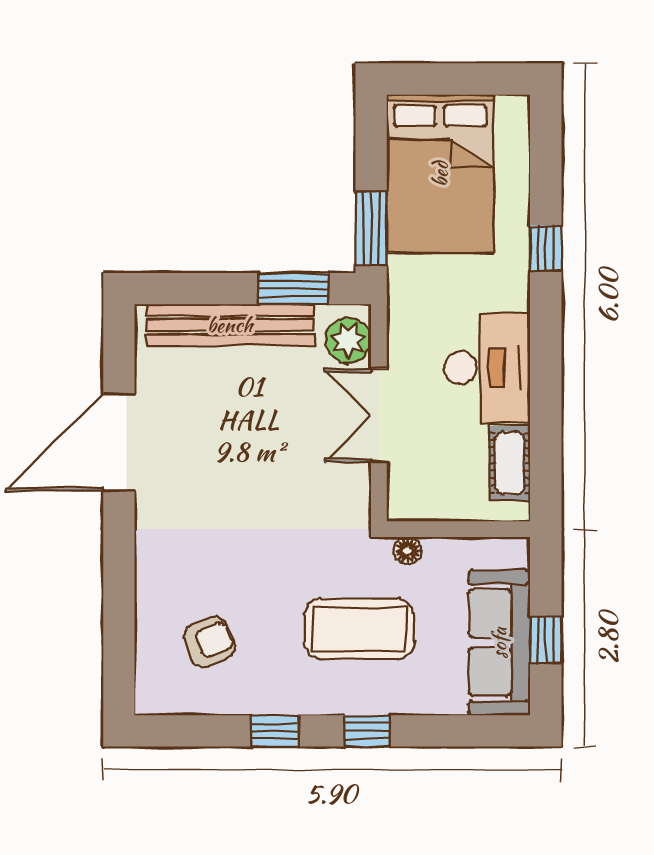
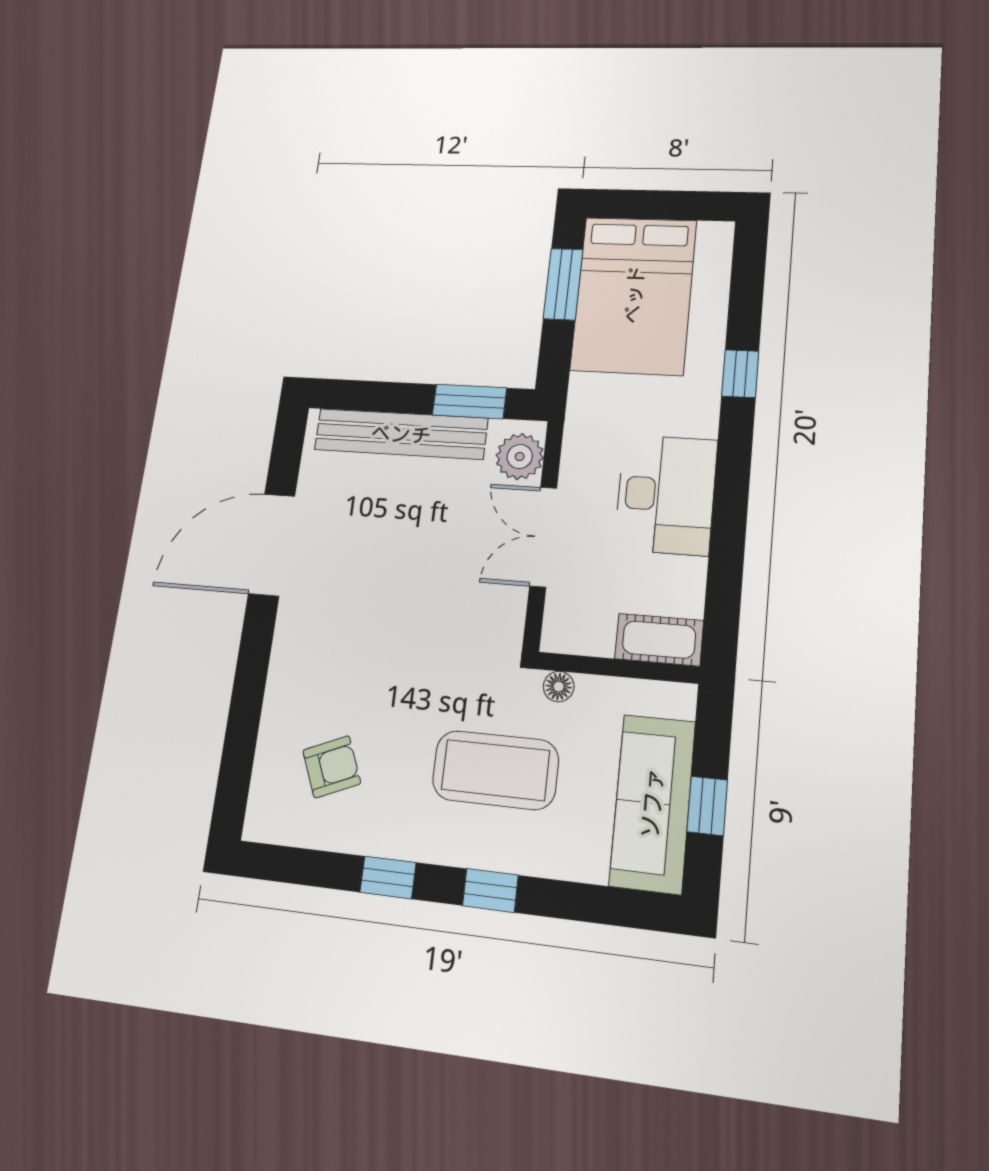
window: (371, 228) -> (563, 284), moved
cot: (510, 463) -> (659, 640), moved, turned 90

